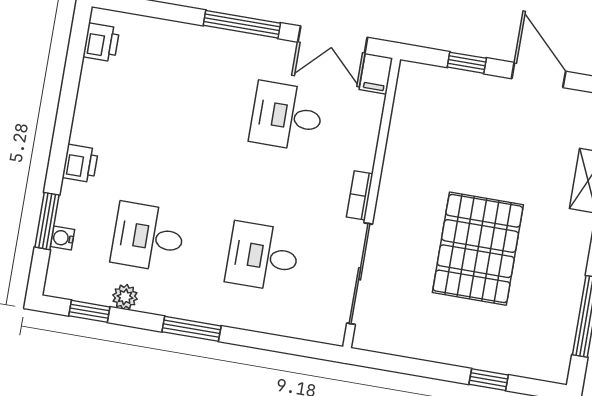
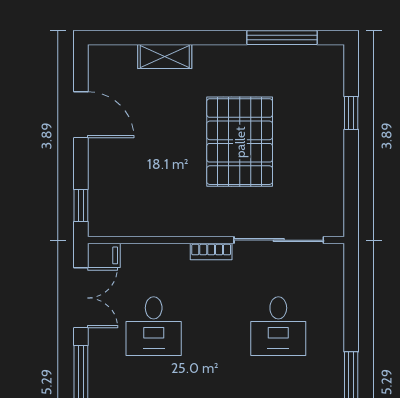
window: (467, 63) -> (81, 205), moved
door: (539, 75) -> (81, 115), swing flipped
pallet: (478, 249) -> (240, 142), turned 90

